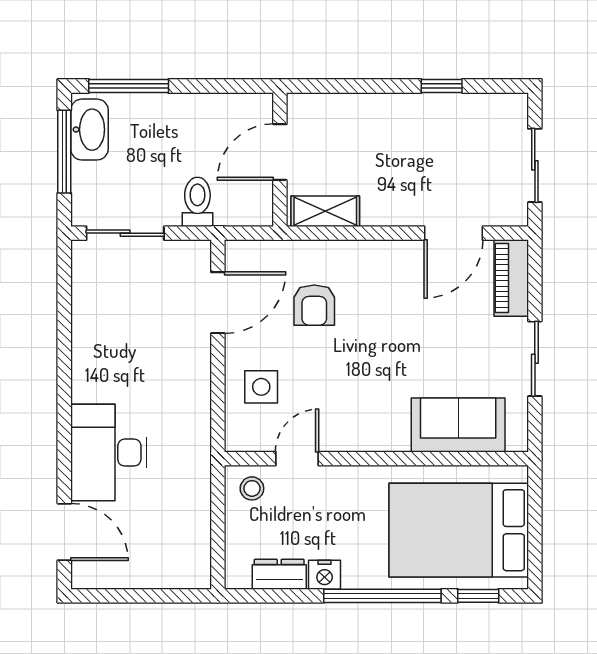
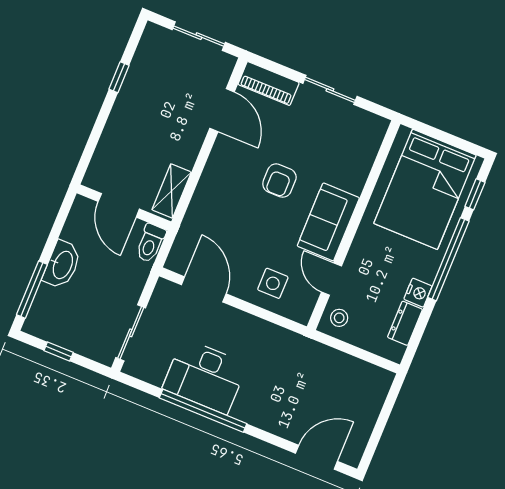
washbasin: (89, 130) -> (62, 265), moved, turned 90
window: (64, 152) -> (59, 352), width x0.46
toilet: (197, 202) -> (150, 243), moved, turned -90
armchair: (314, 305) -> (279, 181), moved, turned 90
window: (64, 365) -> (203, 411), added
sofa: (458, 425) -> (328, 222), moved
desk: (109, 453) -> (205, 376), moved

